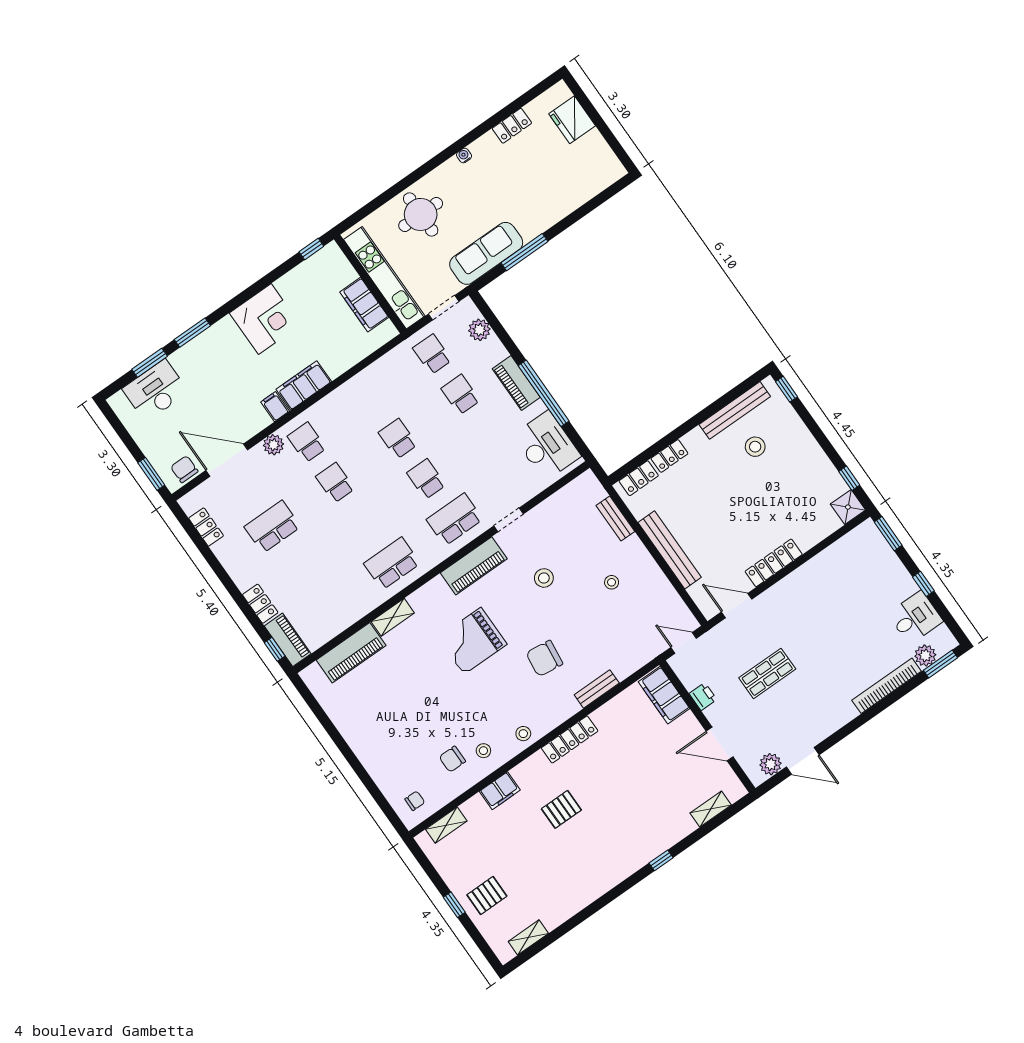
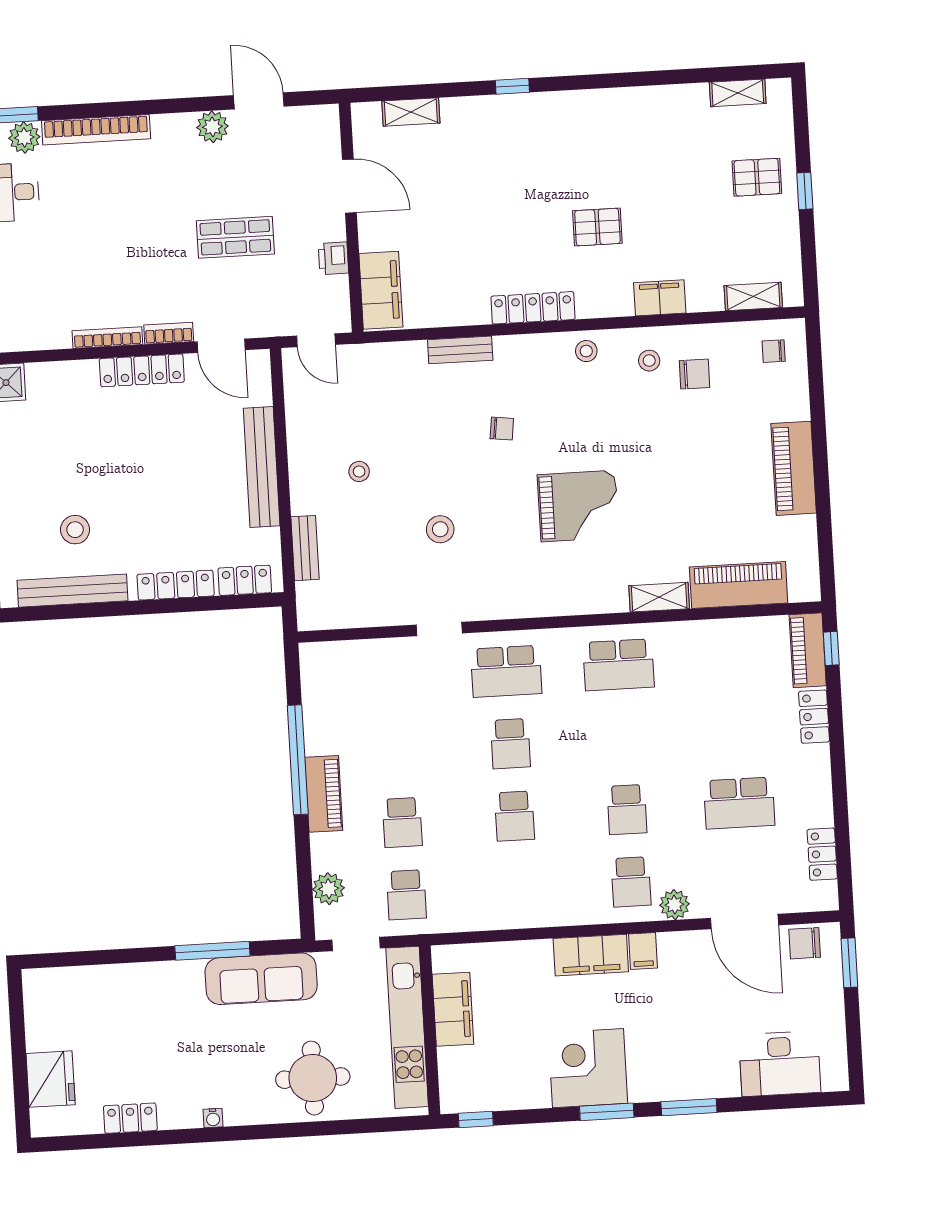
window: (150, 363) -> (607, 1112), moved
desk: (547, 446) -> (334, 692), removed
locker: (669, 456) -> (176, 585), width x1.53
chair: (184, 469) -> (805, 943), turned 90
piano: (474, 566) -> (794, 468), moved, turned -90
bookcase: (805, 569) -> (107, 338), added
bookcase: (771, 594) -> (169, 333), added
chair: (544, 658) -> (502, 429), width x0.54, depth x0.54
plant: (771, 764) -> (212, 127), moved

